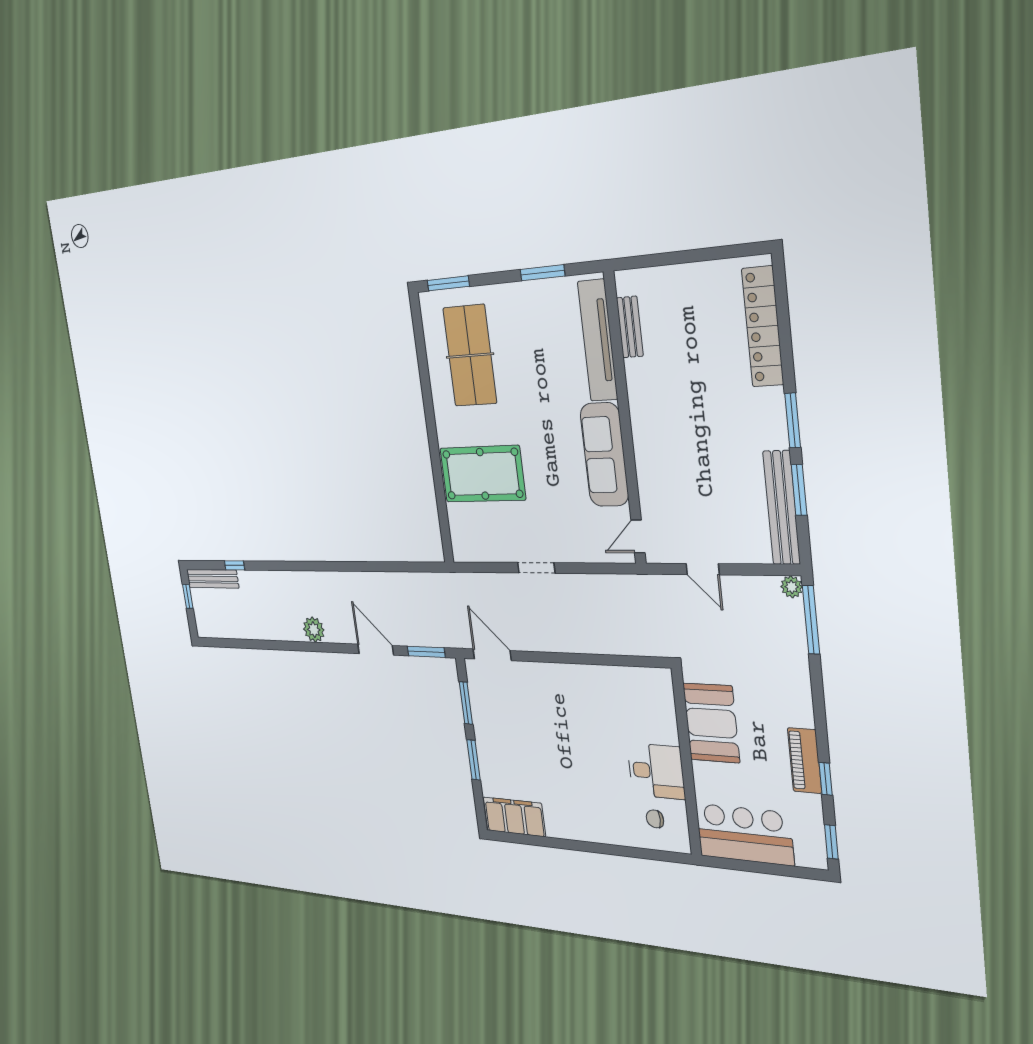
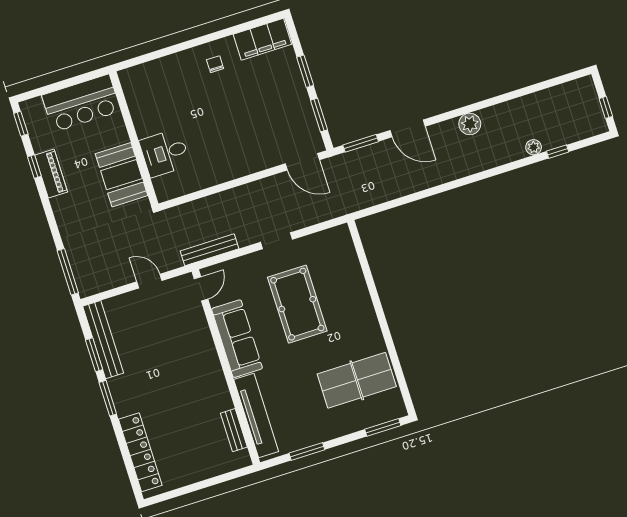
table tennis table: (470, 356) -> (357, 380), turned 90
pool table: (483, 474) -> (297, 304), moved, turned 90
bench: (213, 579) -> (210, 250), moved
plant: (792, 587) -> (534, 147), moved
desk: (656, 771) -> (165, 153), moved
chair: (655, 819) -> (215, 64), moved, turned -90

